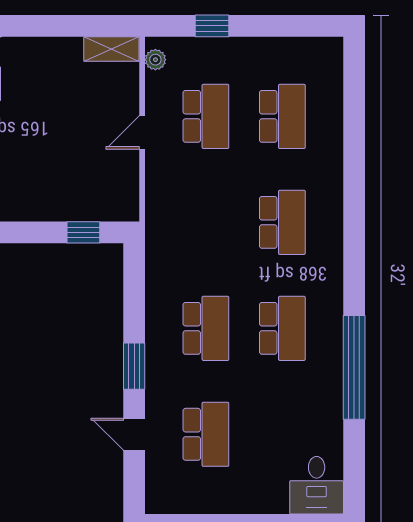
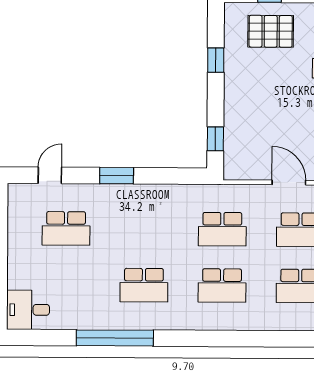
door: (142, 132) -> (289, 183), width x1.38
school desk: (206, 328) -> (222, 229), moved
door: (134, 434) -> (50, 175), moved

